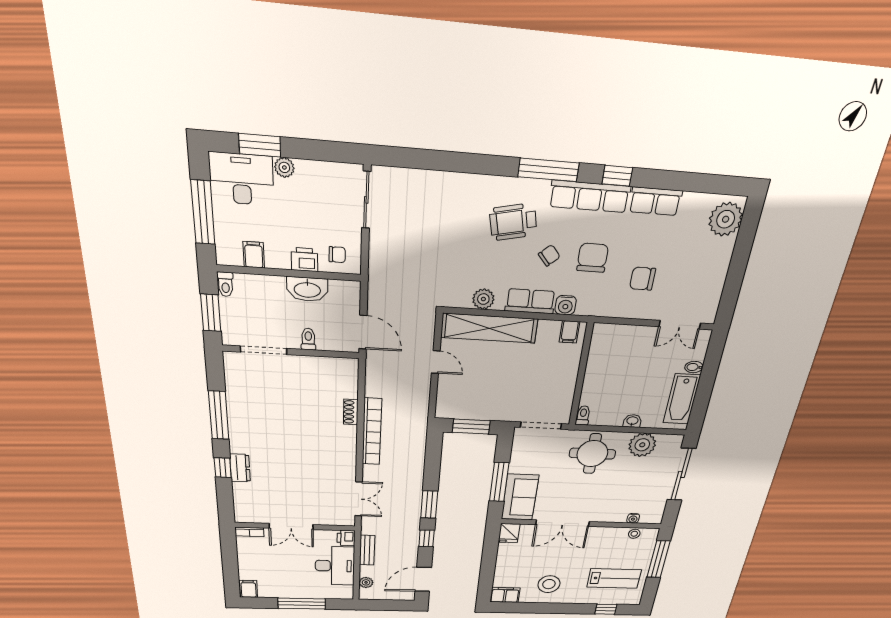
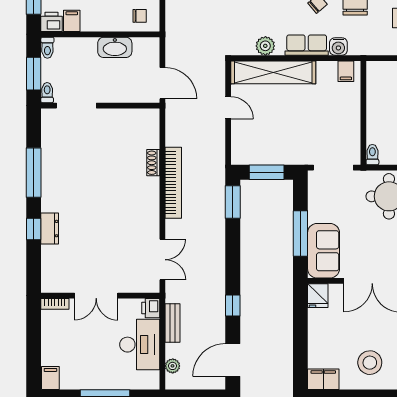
printer: (305, 260) -> (52, 22), moved
toilet: (308, 339) -> (47, 93), moved
window: (429, 505) -> (233, 202), moved

